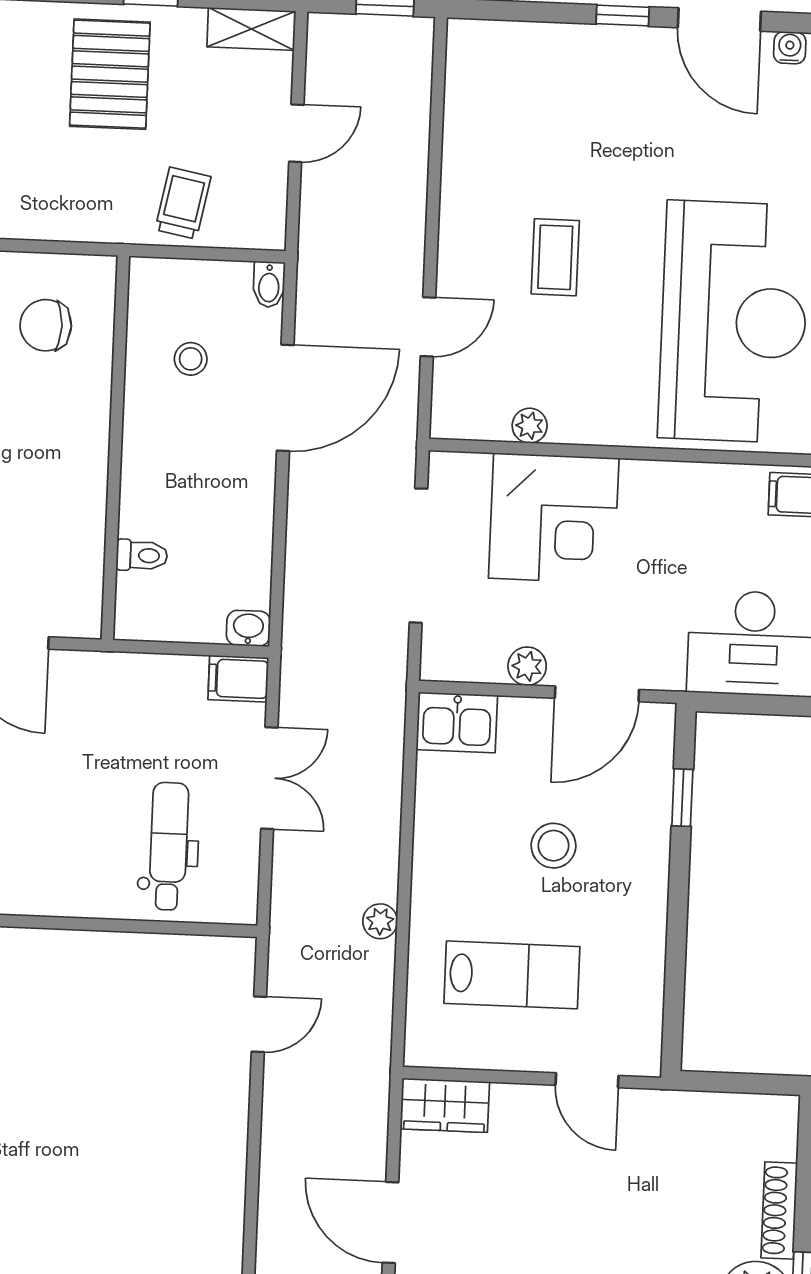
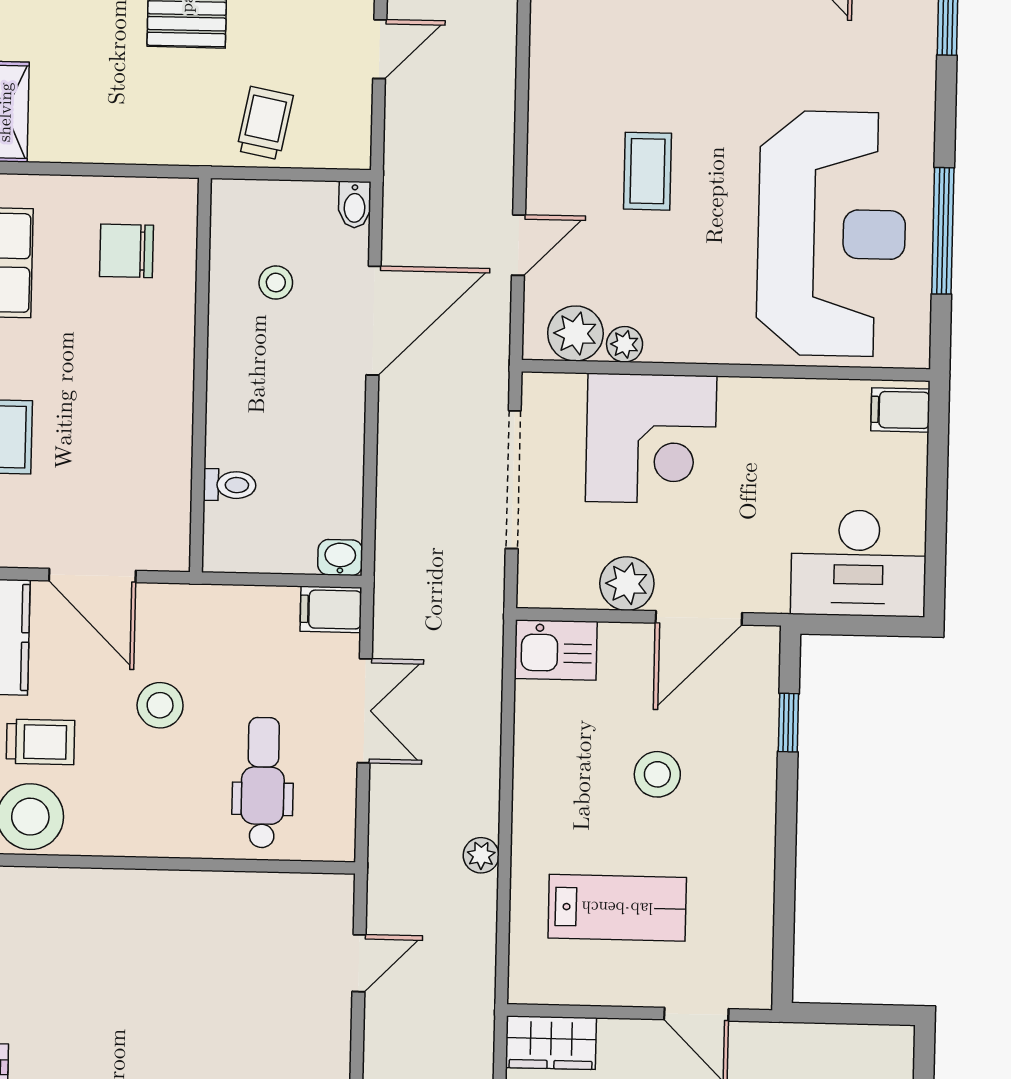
plant: (482, 414) -> (575, 333), added
plant: (527, 666) -> (627, 584), width x1.38, depth x1.38
stool: (70, 769) -> (160, 705), added

